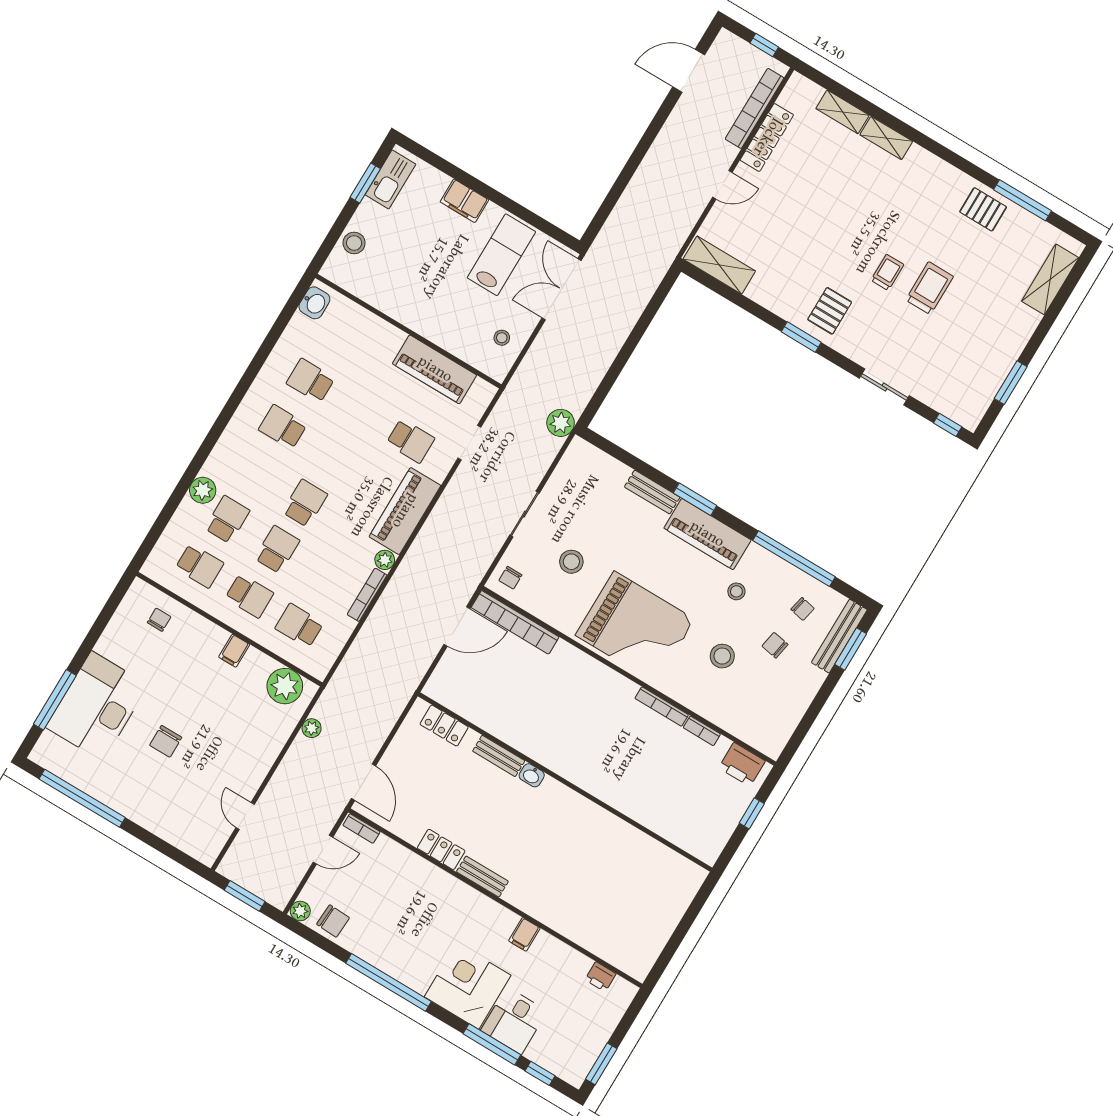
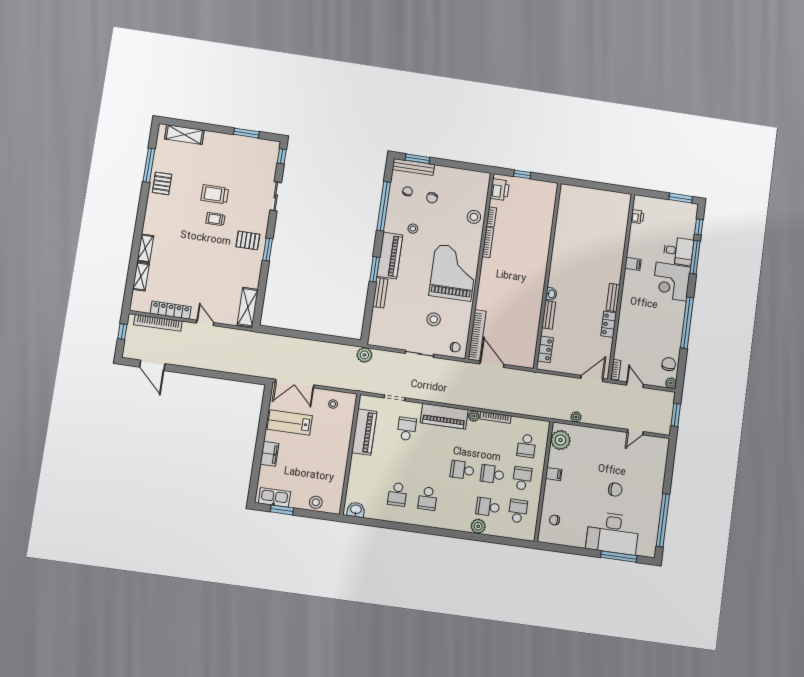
stool: (722, 656) -> (474, 217), moved

